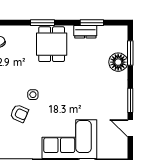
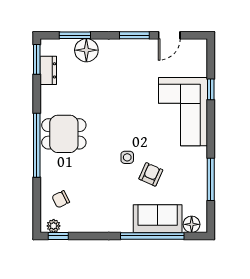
window: (43, 23) -> (37, 145), width x2.11
window: (92, 23) -> (37, 59), moved
dresser: (85, 32) -> (48, 70), moved

